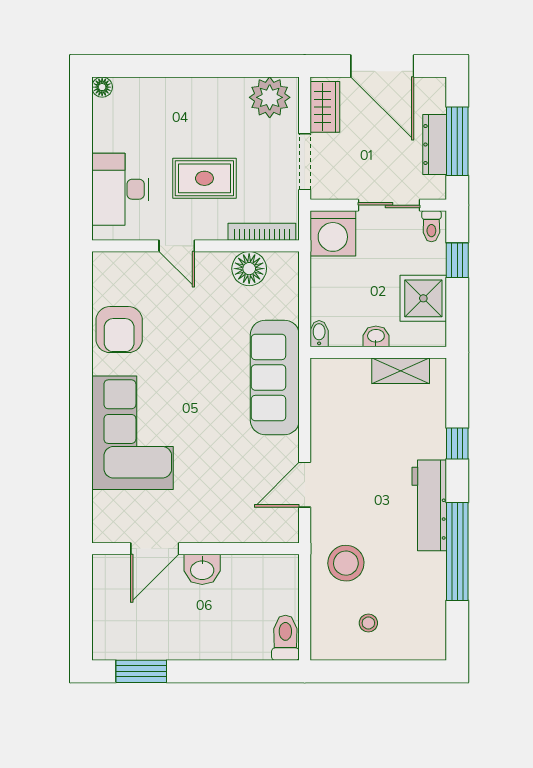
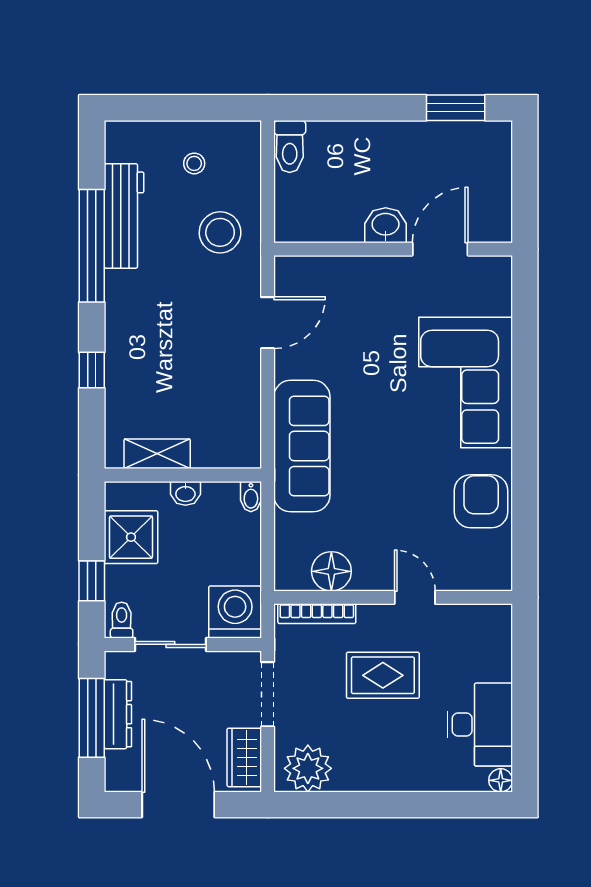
desk: (120, 189) -> (480, 725), moved
workbench: (429, 505) -> (124, 216), moved

